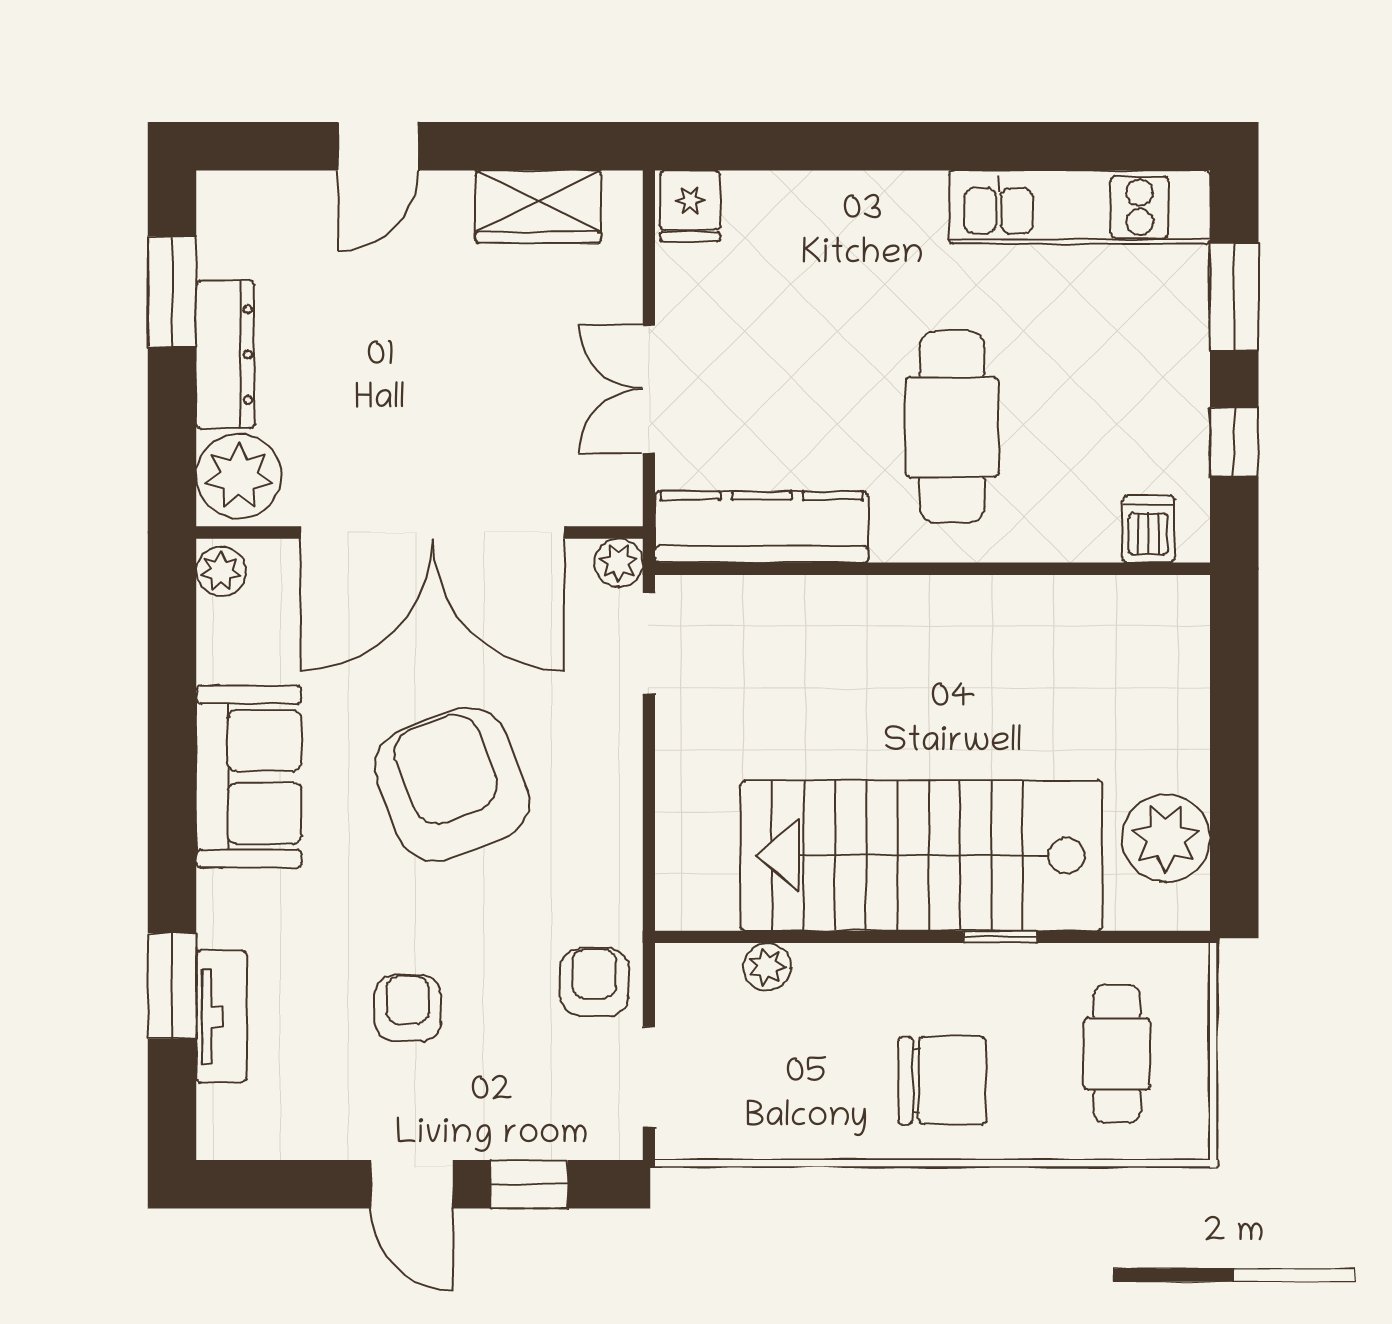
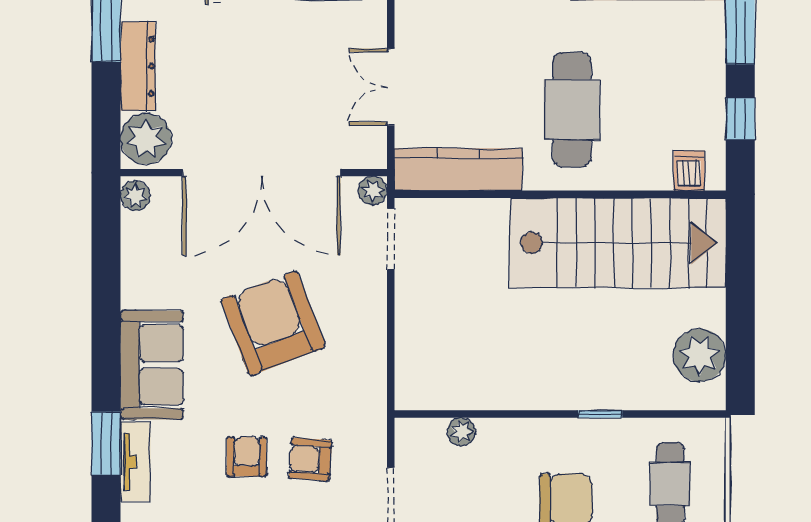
sofa: (249, 777) -> (152, 365), moved
stairs: (922, 856) -> (618, 243), moved, turned 180
armchair: (594, 982) -> (310, 459), moved, turned -86

